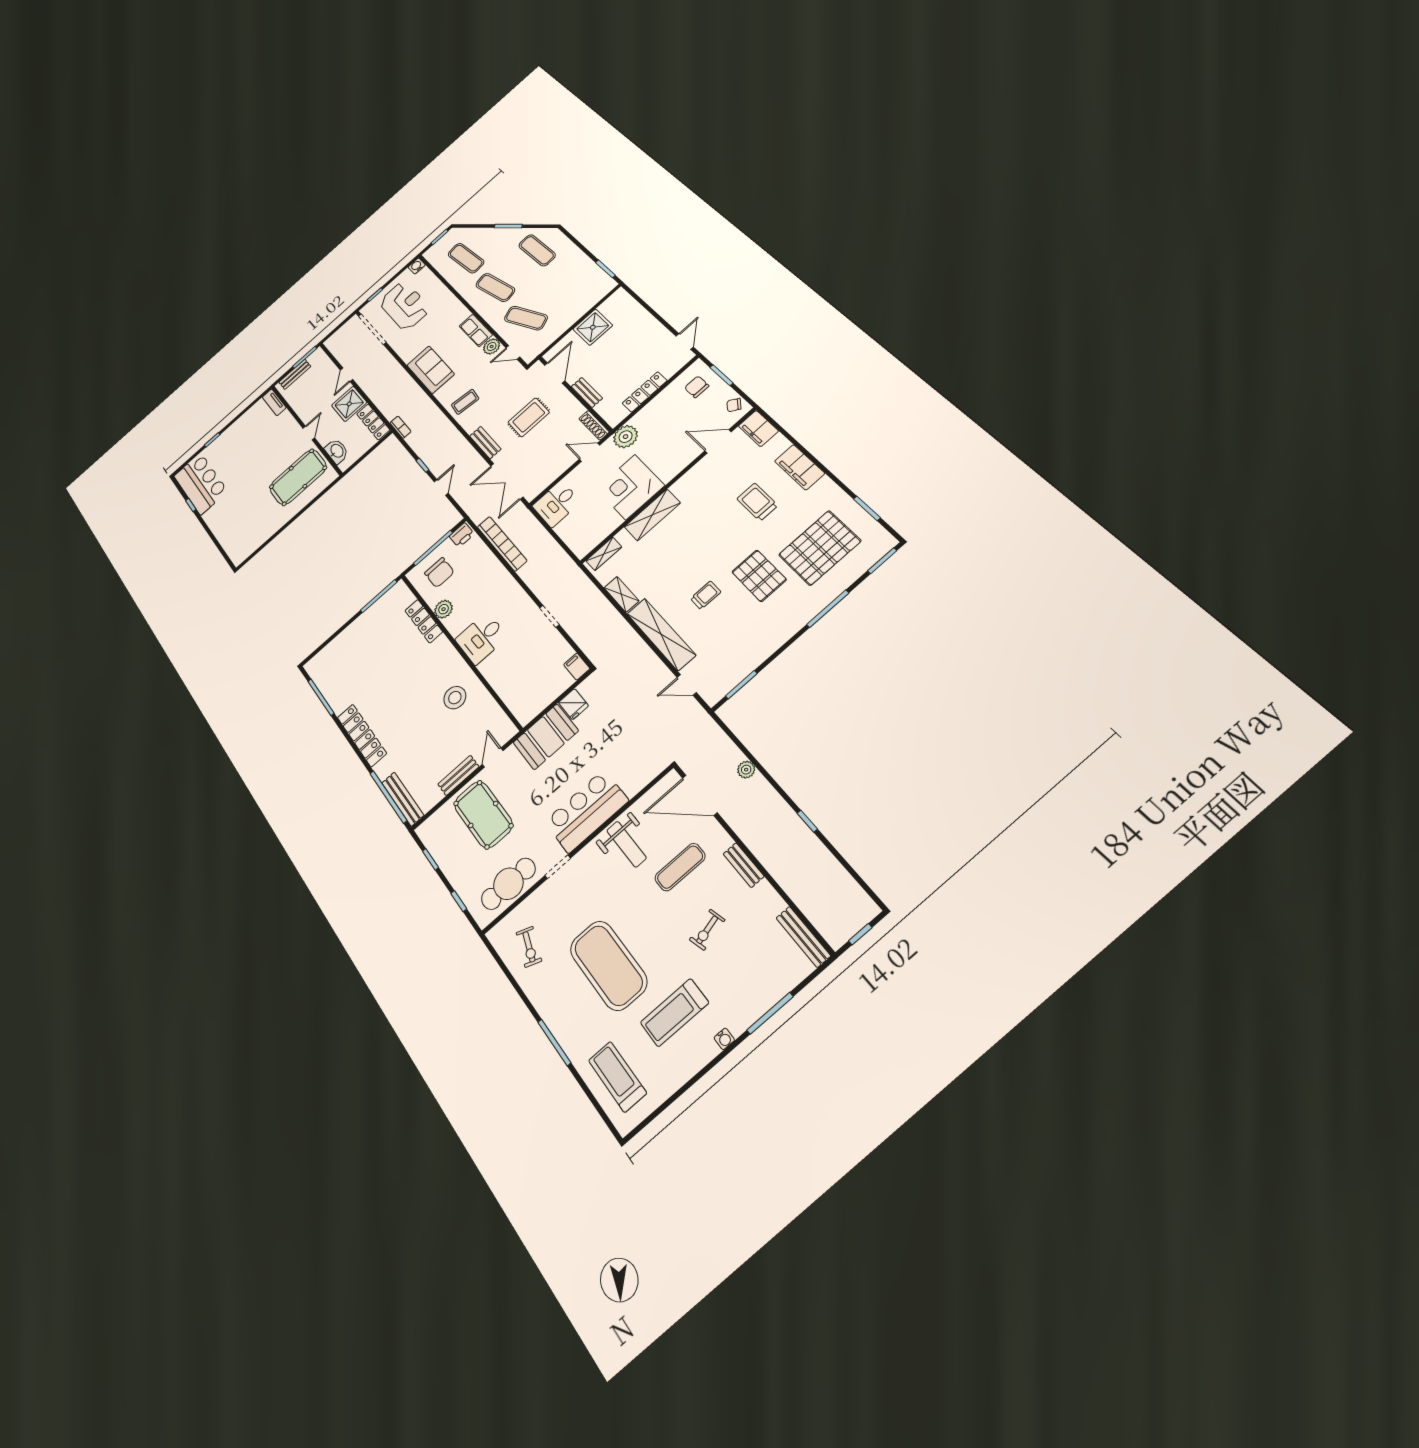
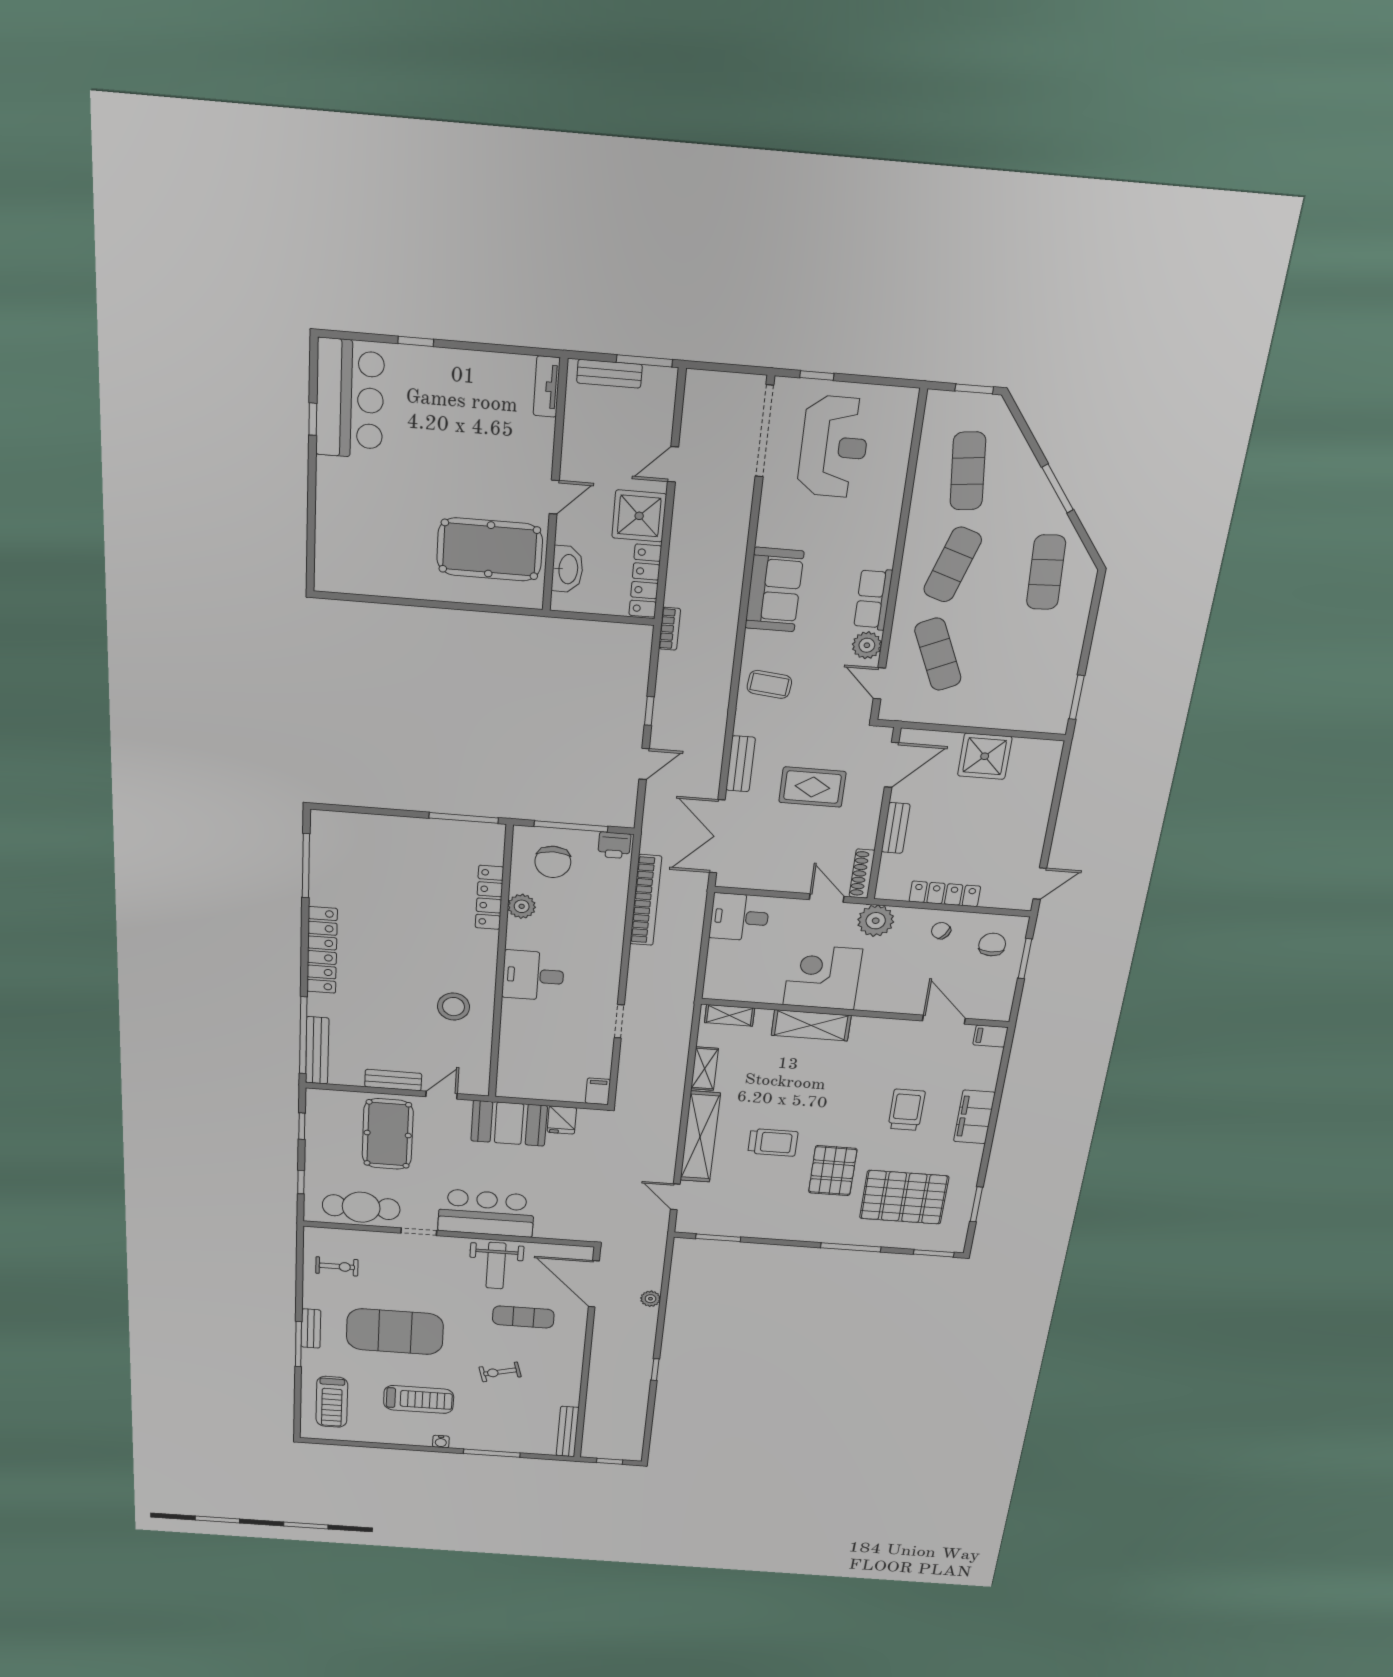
water cooler: (417, 266) -> (905, 400), removed
exercise mat: (495, 287) -> (953, 565), turned 30
chair: (734, 405) -> (941, 931), moved
filing cabinet: (758, 428) -> (990, 1036), width x0.50
trolley: (706, 595) -> (773, 1142), width x1.36, depth x1.39
bench: (744, 865) -> (311, 1329), moved
exercise bike: (529, 947) -> (337, 1266), turned -110
exercise mat: (608, 965) -> (395, 1332), turned 90
treadmill: (674, 1013) -> (419, 1399), turned 180
treadmill: (617, 1077) -> (332, 1402), turned 180

